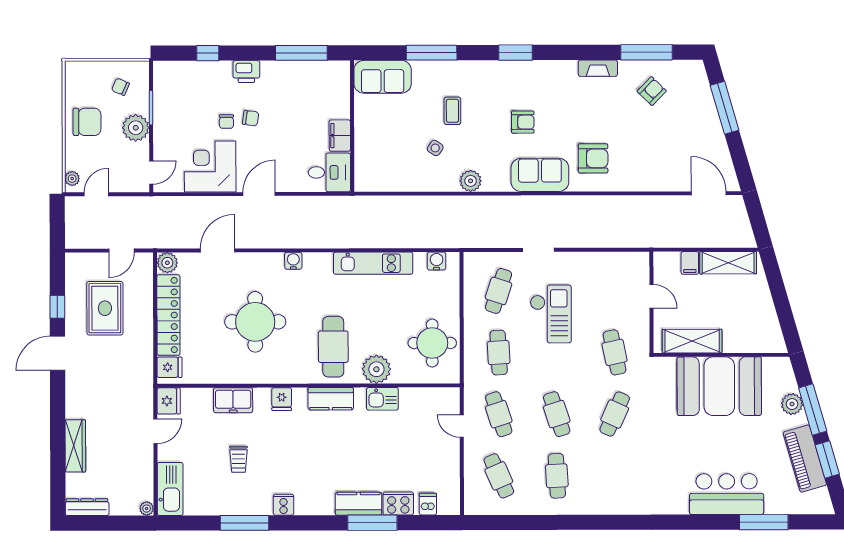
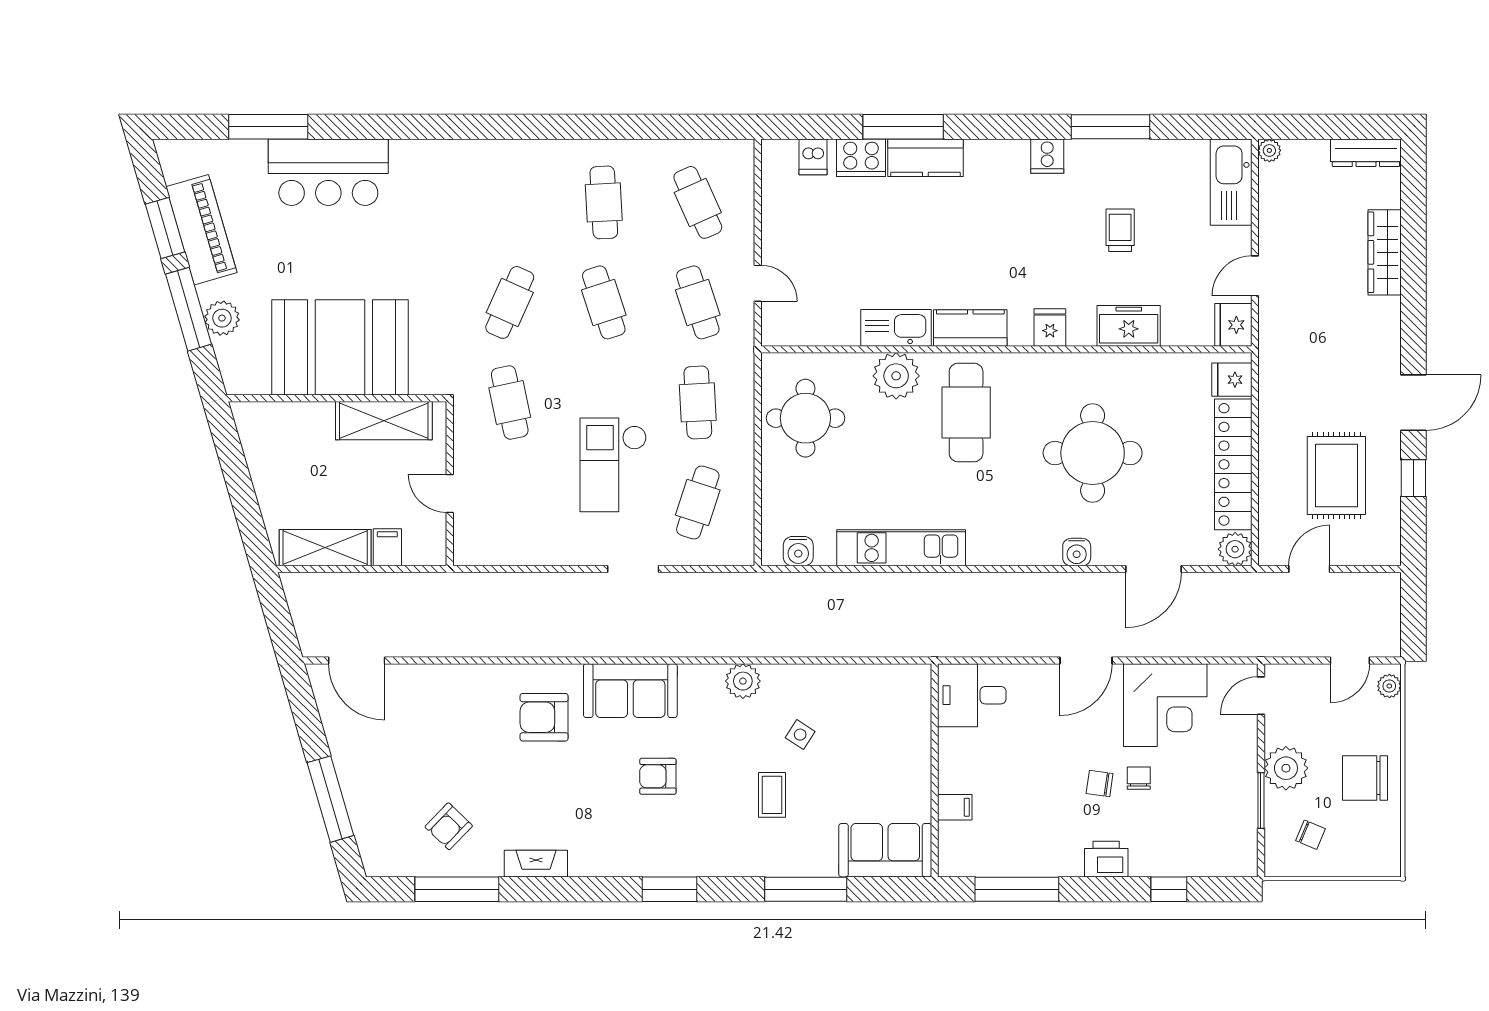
filing cabinet: (340, 136) -> (955, 807), moved, width x0.50
water cooler: (293, 261) -> (1077, 552), moved
kitchen sink: (382, 399) -> (896, 328), width x1.38

